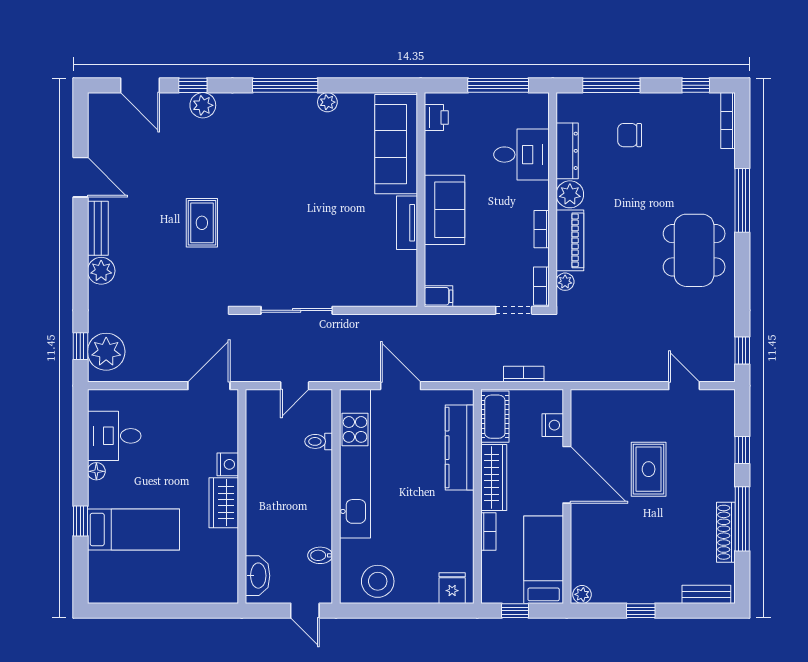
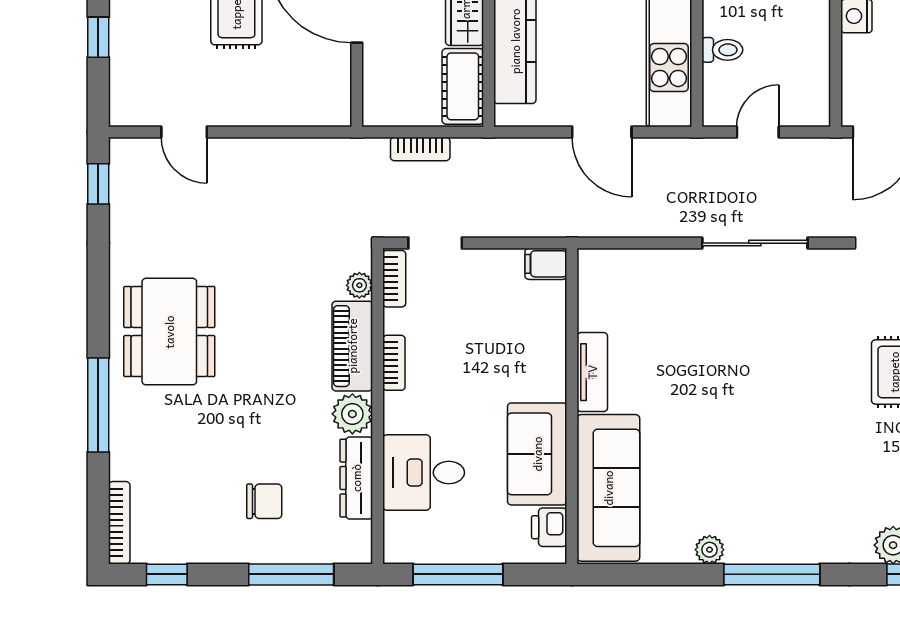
sofa: (444, 210) -> (537, 454), moved
nightstand: (553, 425) -> (378, 74), removed

